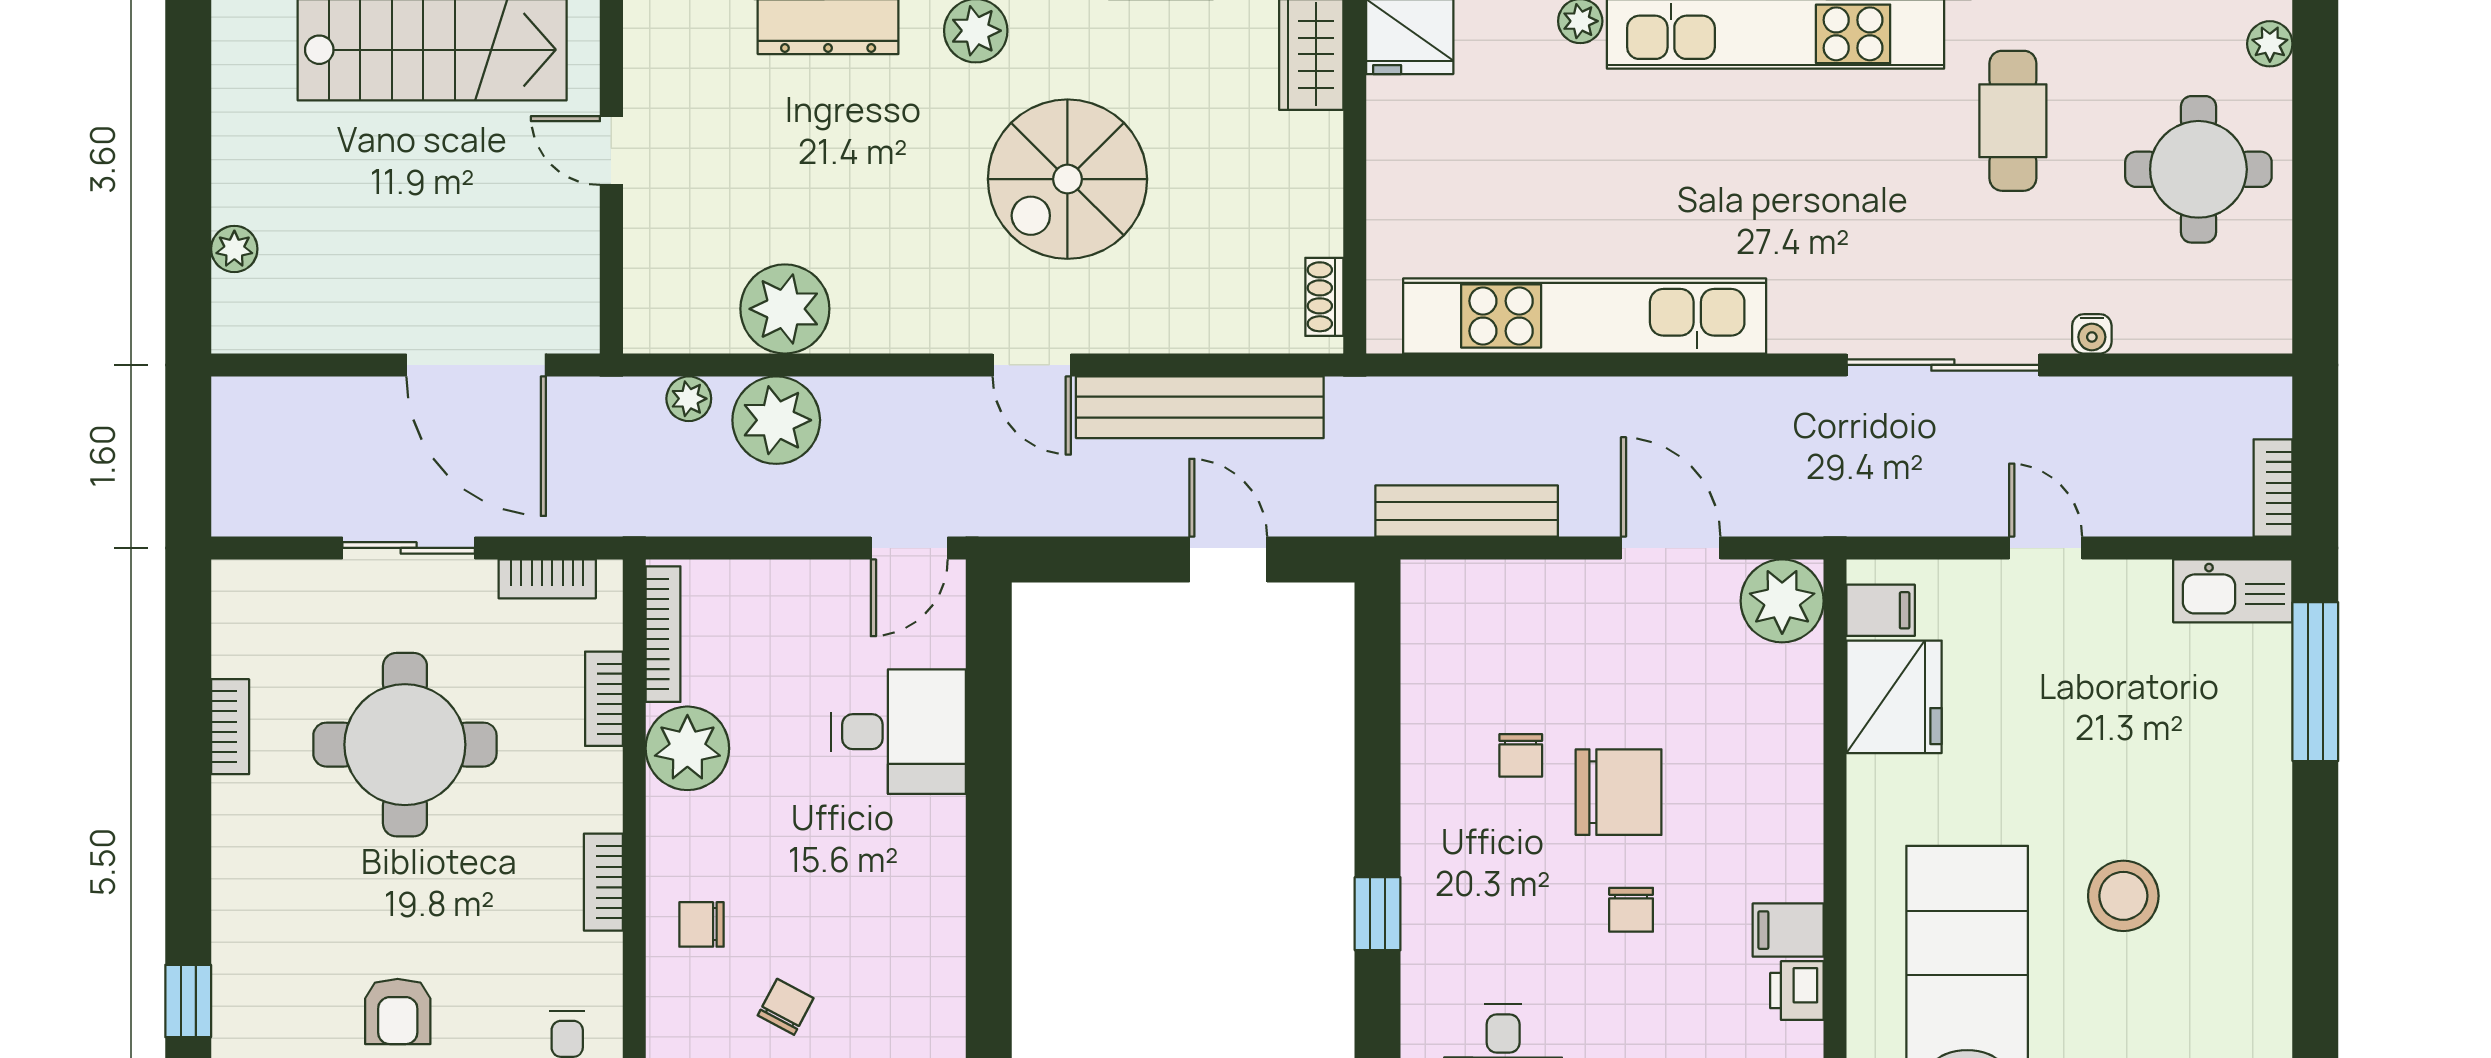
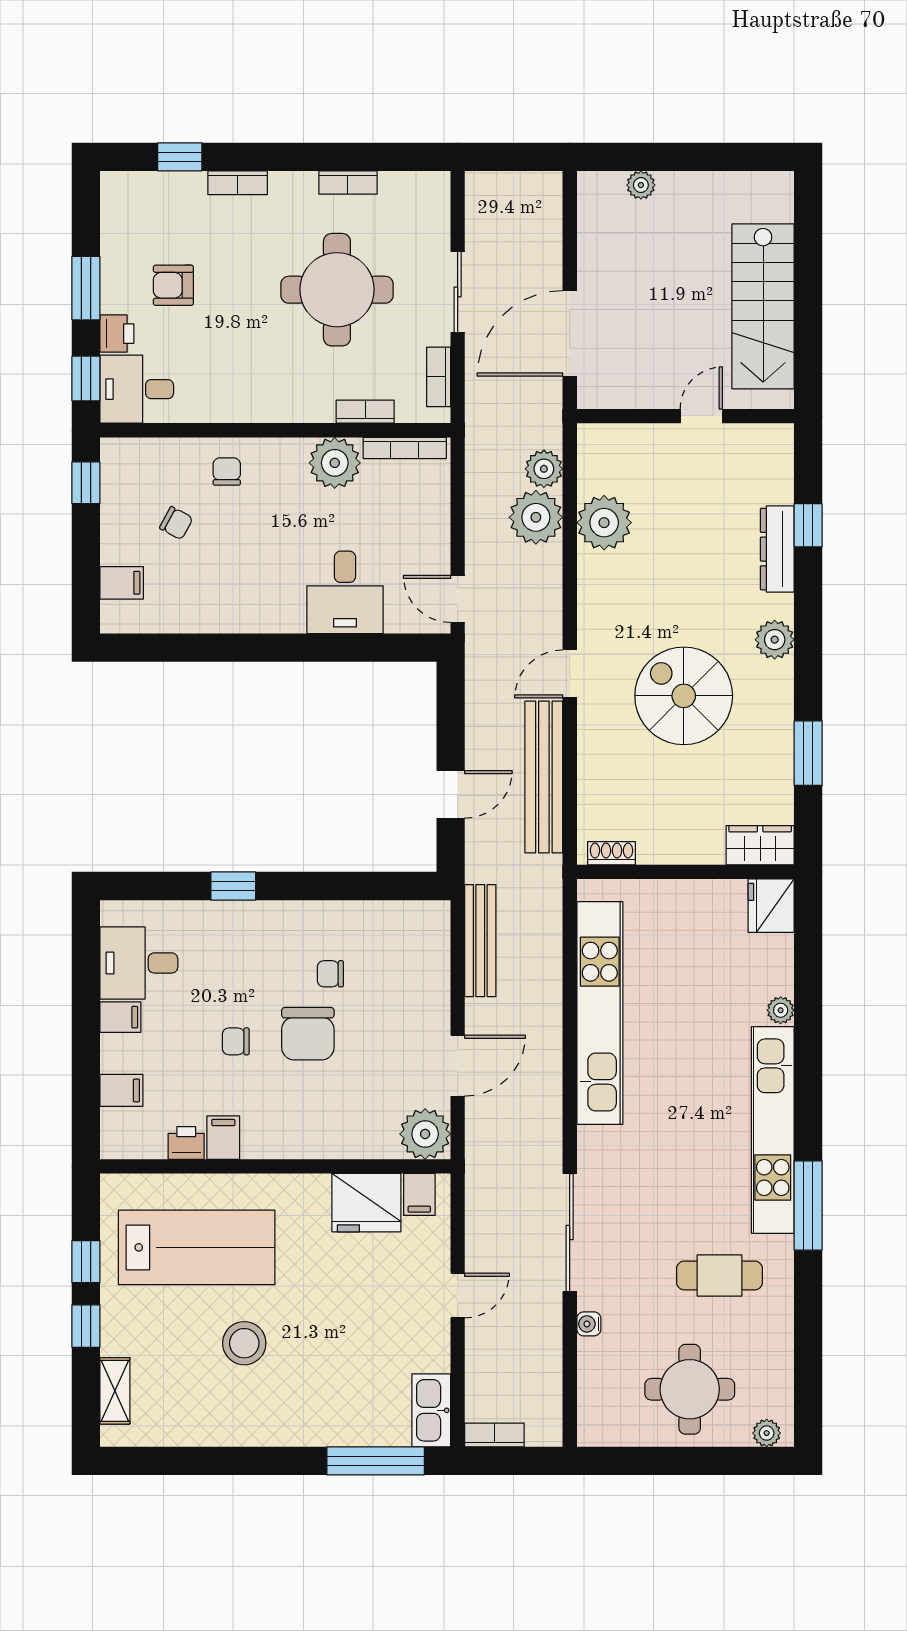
plant: (689, 399) -> (544, 469), width x1.38, depth x1.38
bookcase: (603, 882) -> (238, 183), moved, turned 180

